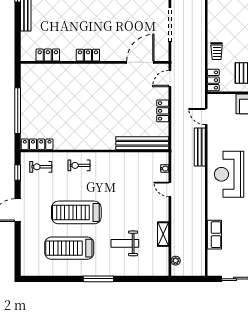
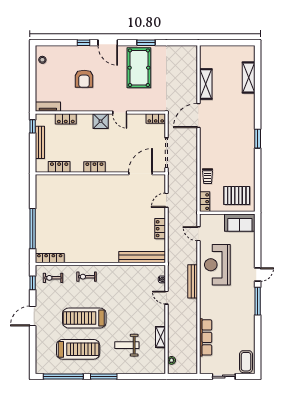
locker: (48, 55) -> (59, 167), moved
locker: (88, 55) -> (94, 167), moved
wall: (95, 62) -> (100, 173), moved
door: (140, 62) -> (141, 173), moved
bench: (200, 147) -> (193, 281), moved
reception desk: (229, 174) -> (217, 265), moved
row of seats: (214, 235) -> (206, 337), width x1.48
treadmill: (69, 248) -> (78, 349), turned 180
window: (52, 279) -> (63, 376), added

